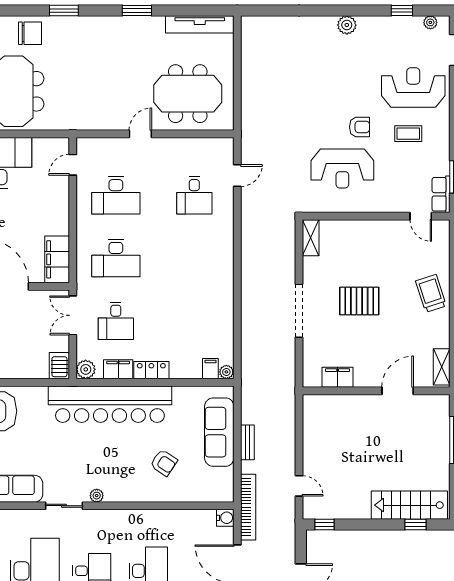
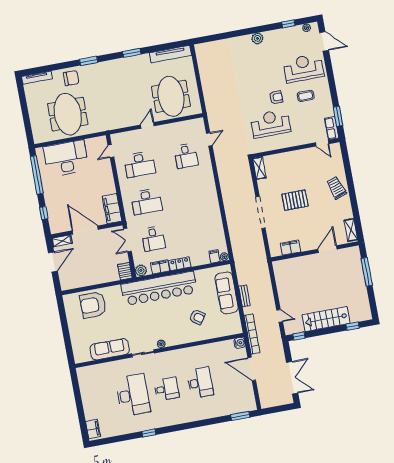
meeting table: (188, 94) -> (171, 96), turned 90
reception desk: (342, 168) -> (271, 124), turned 180
stairs: (409, 505) -> (326, 319), moved

